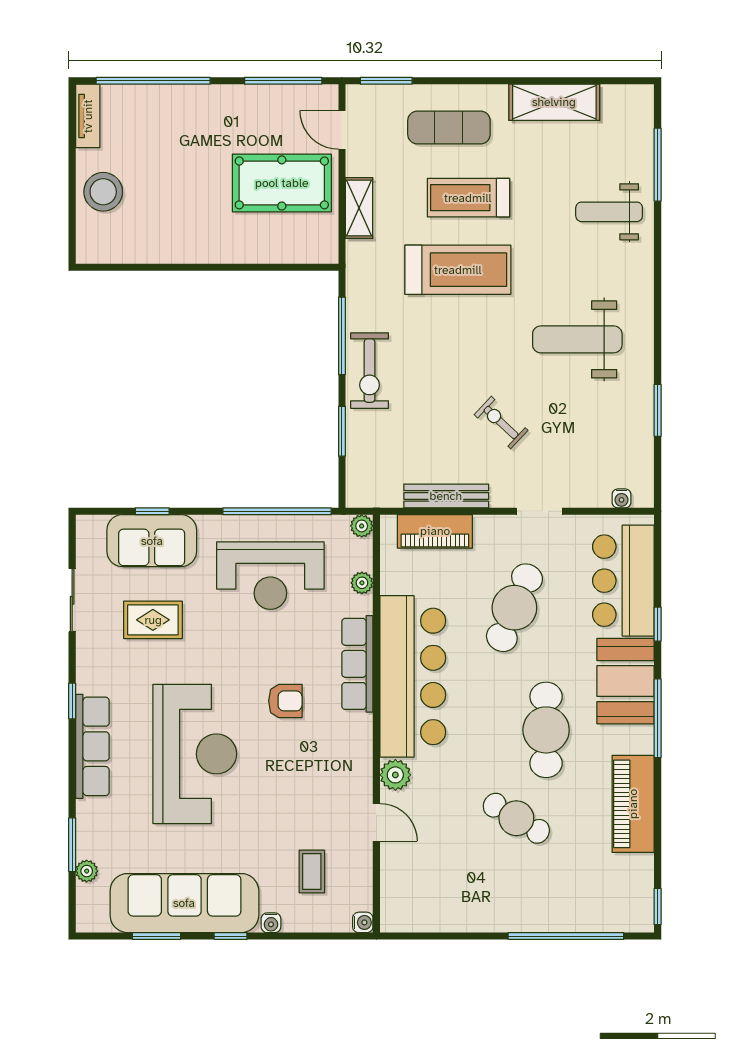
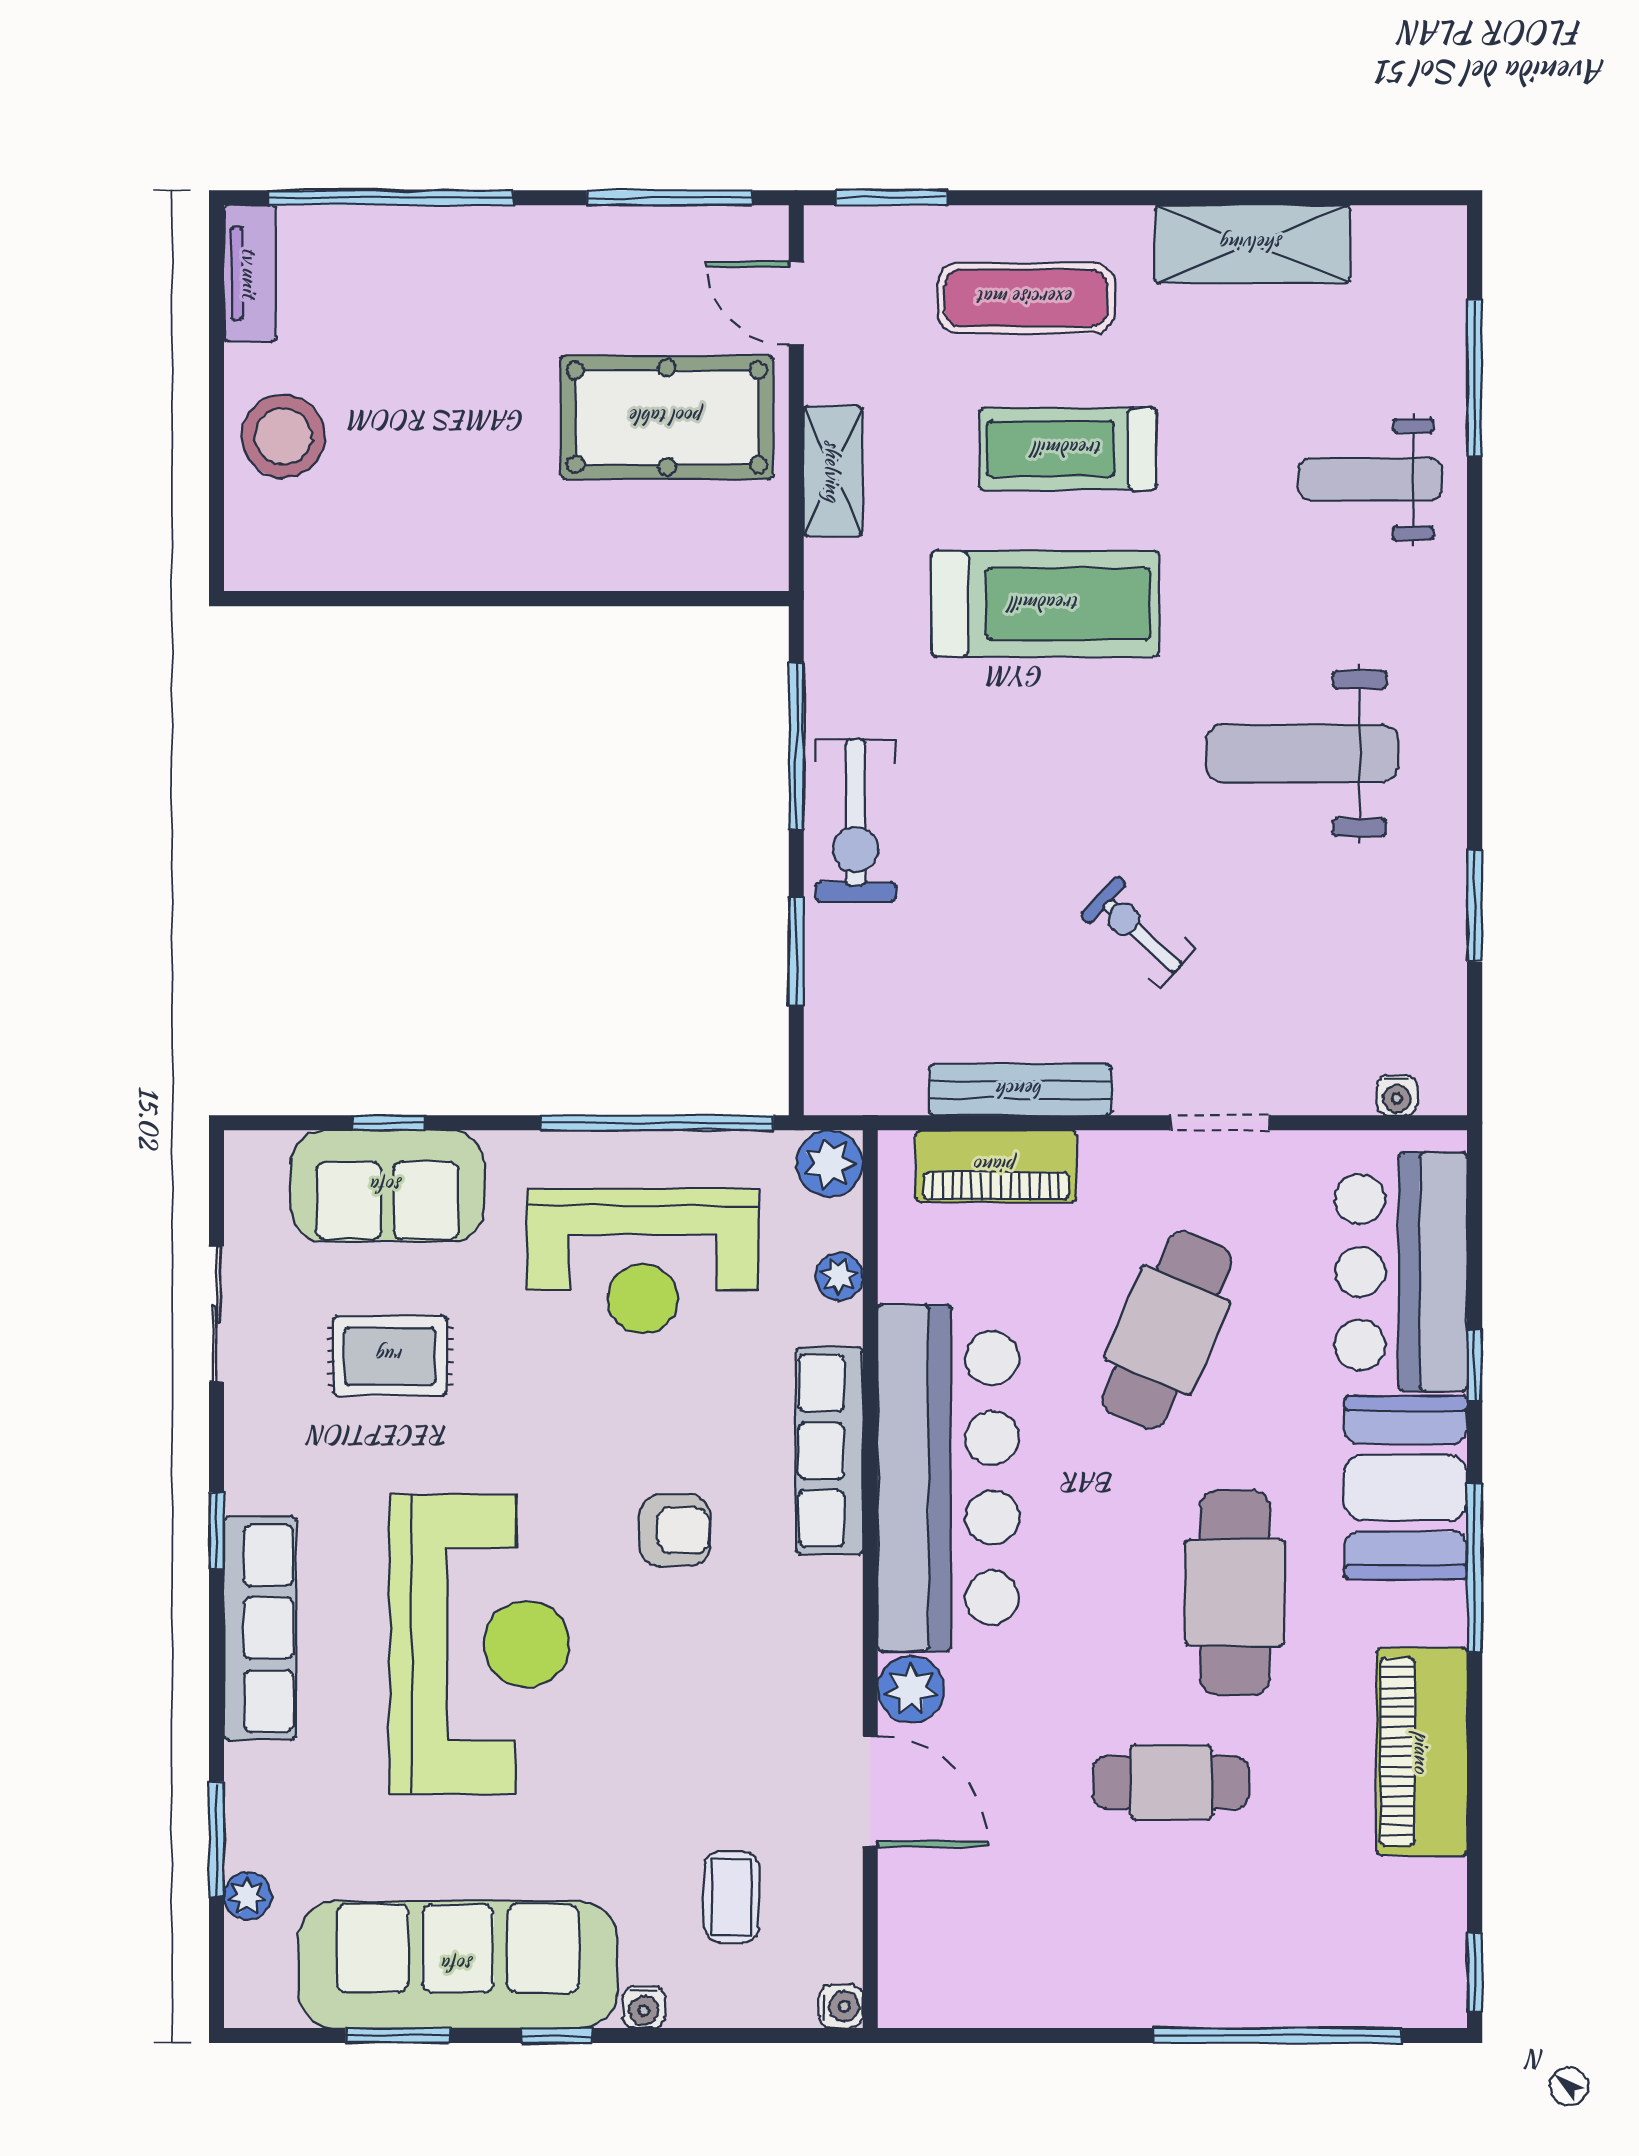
plant: (362, 526) -> (830, 1164), width x1.38, depth x1.38
cafe table: (516, 818) -> (1171, 1782), turned -31
door: (376, 822) -> (870, 1791), width x1.38

